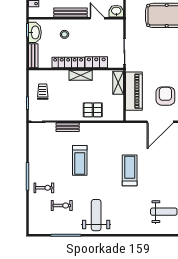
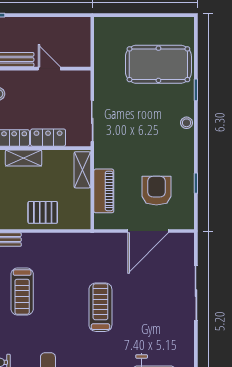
washbasin: (116, 11) -> (79, 57), removed
piano: (134, 91) -> (104, 191), width x0.73, depth x0.75

